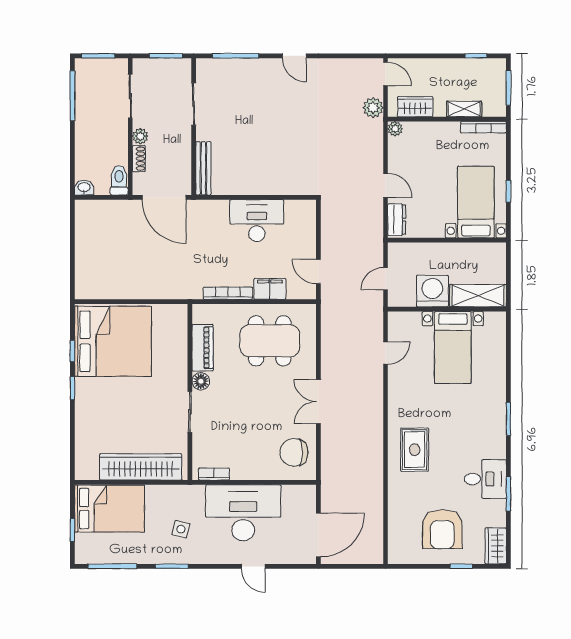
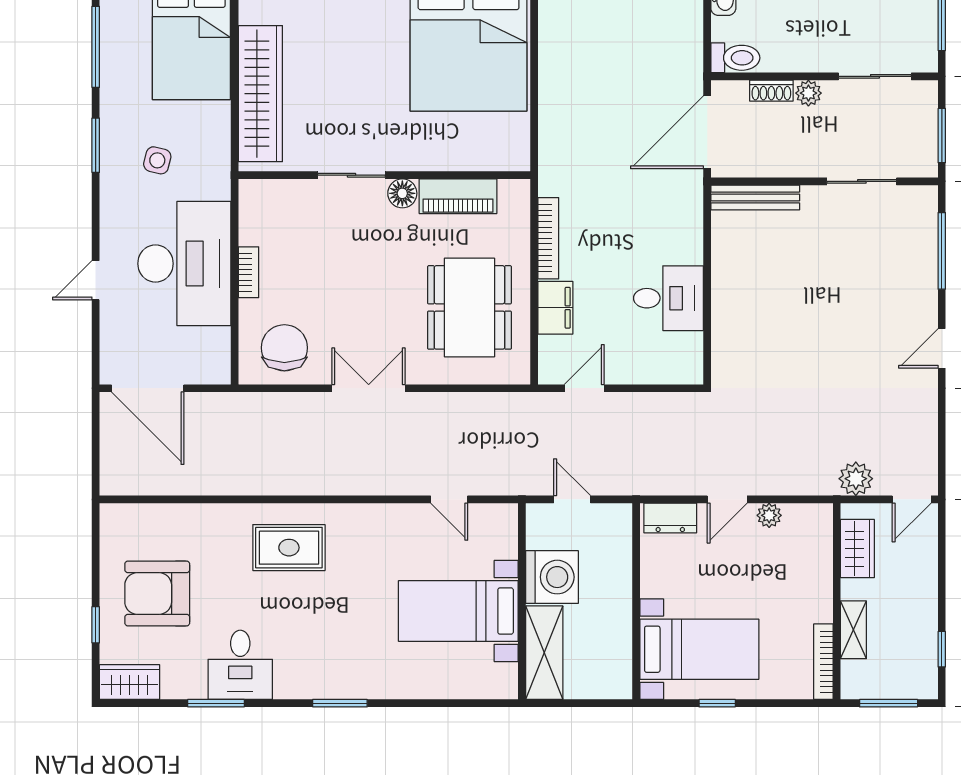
plant: (395, 129) -> (769, 515), moved
desk: (257, 221) -> (668, 298), width x0.73
bookcase: (214, 474) -> (249, 272), moved

